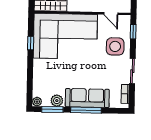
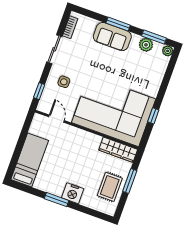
side table: (115, 46) -> (64, 82), width x0.54, depth x0.54
sofa: (87, 98) -> (112, 37), width x0.73
window: (86, 110) -> (118, 24), width x0.69

